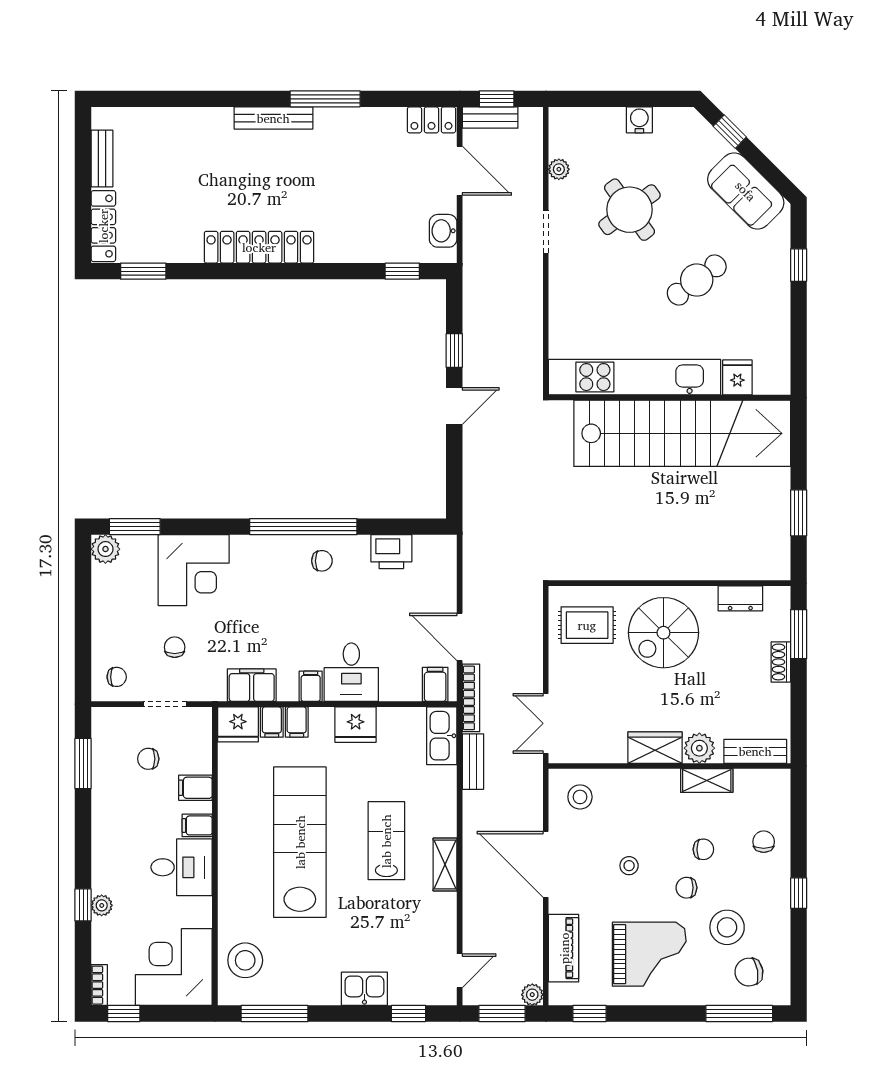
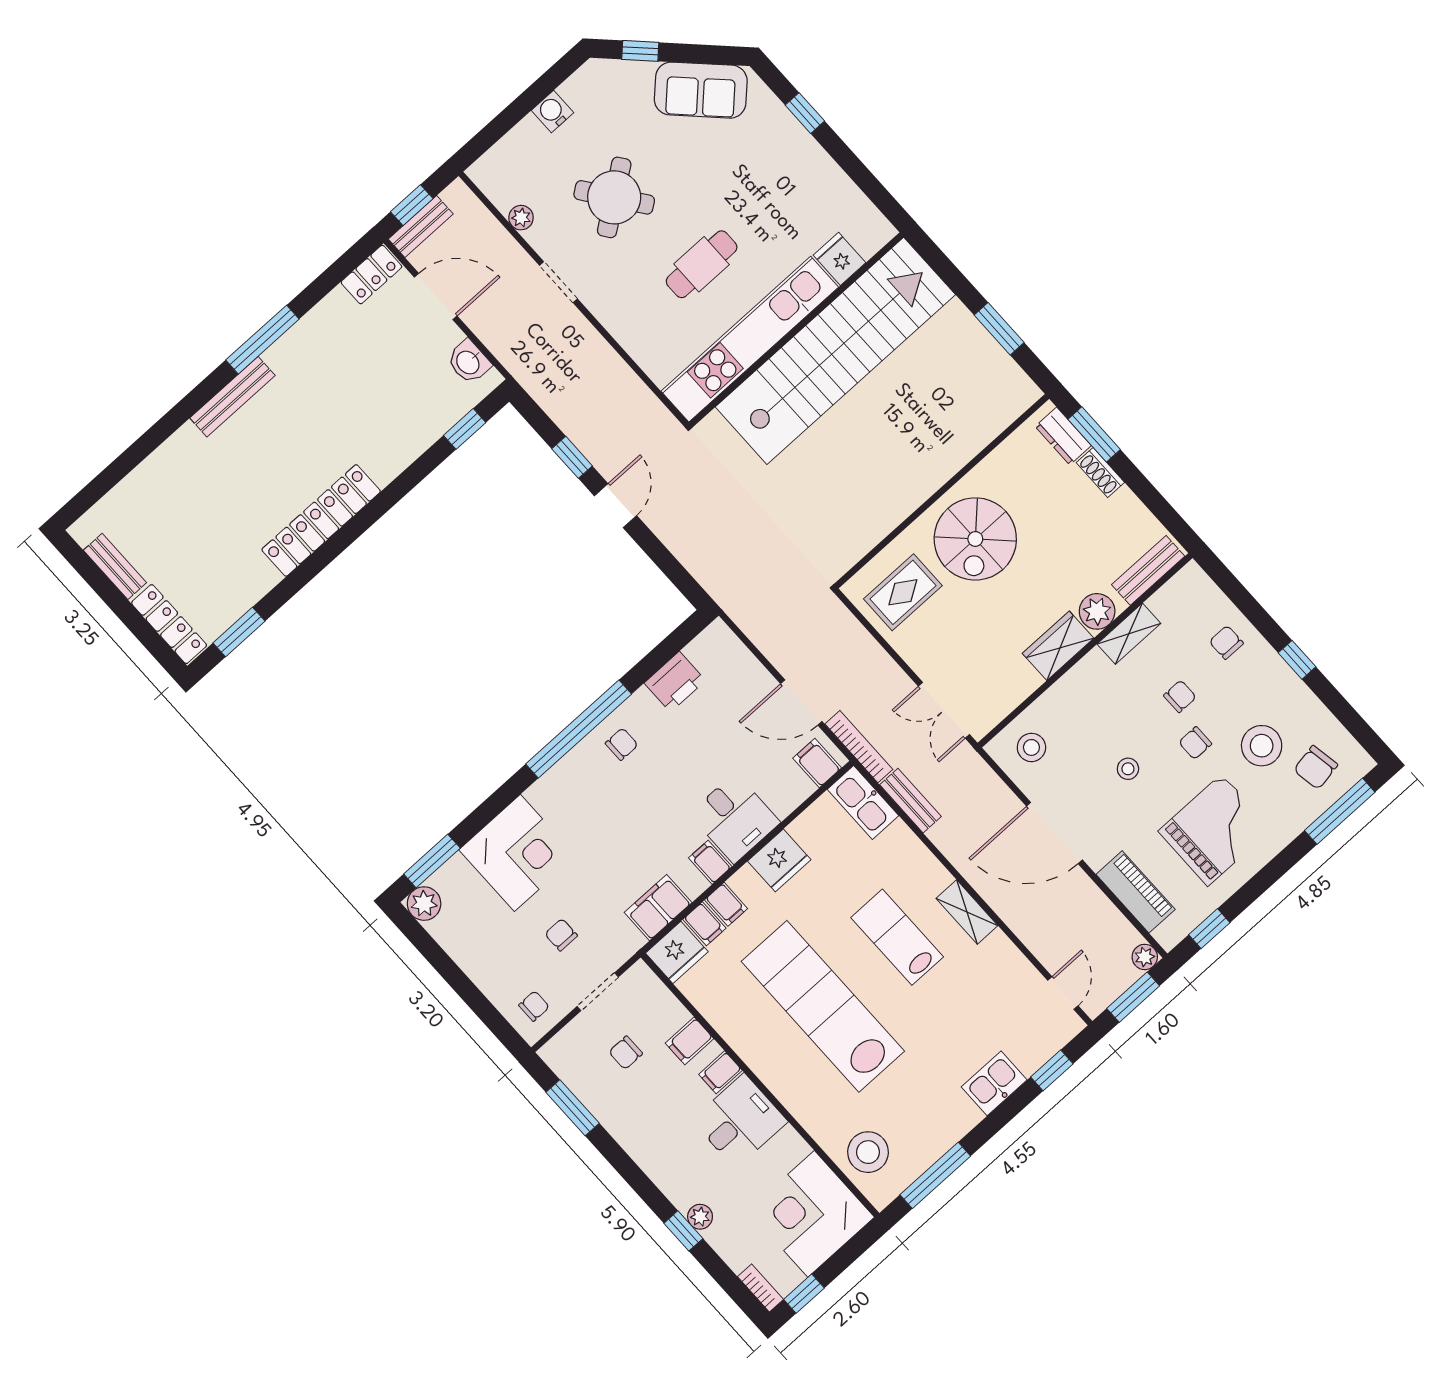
cafe table: (697, 280) -> (702, 264), moved, turned 37
dresser: (740, 598) -> (1063, 436), moved, turned 90

